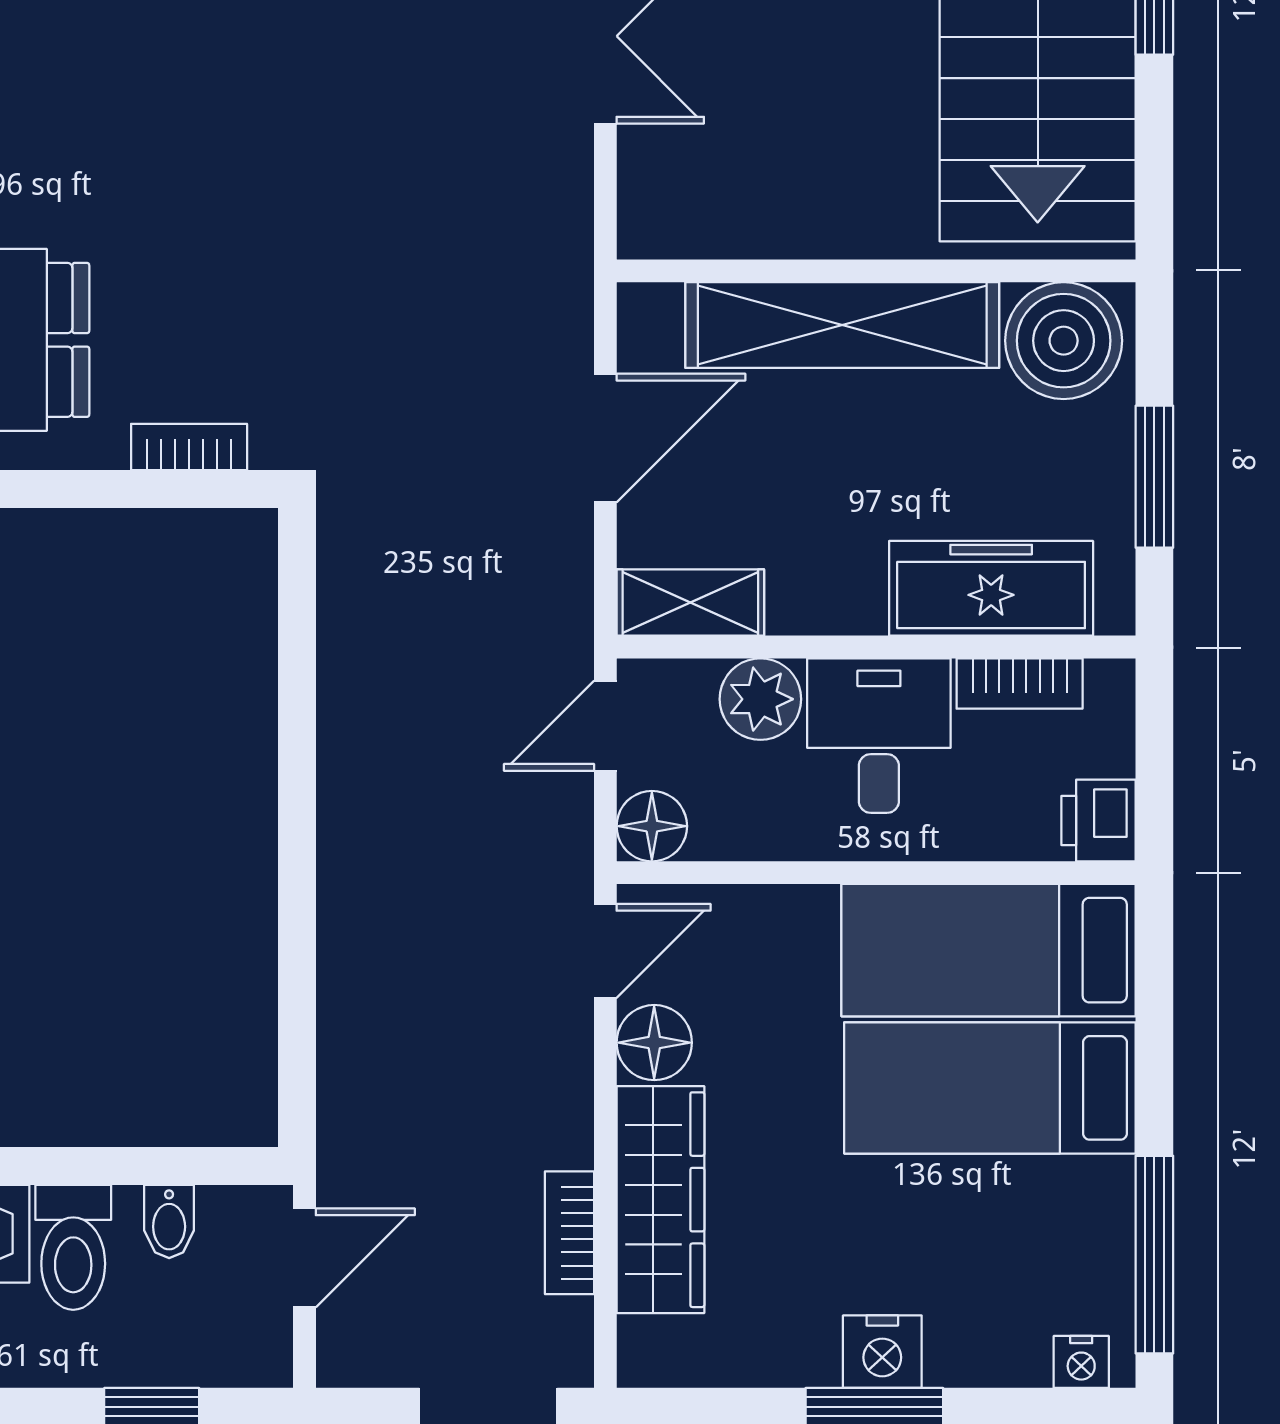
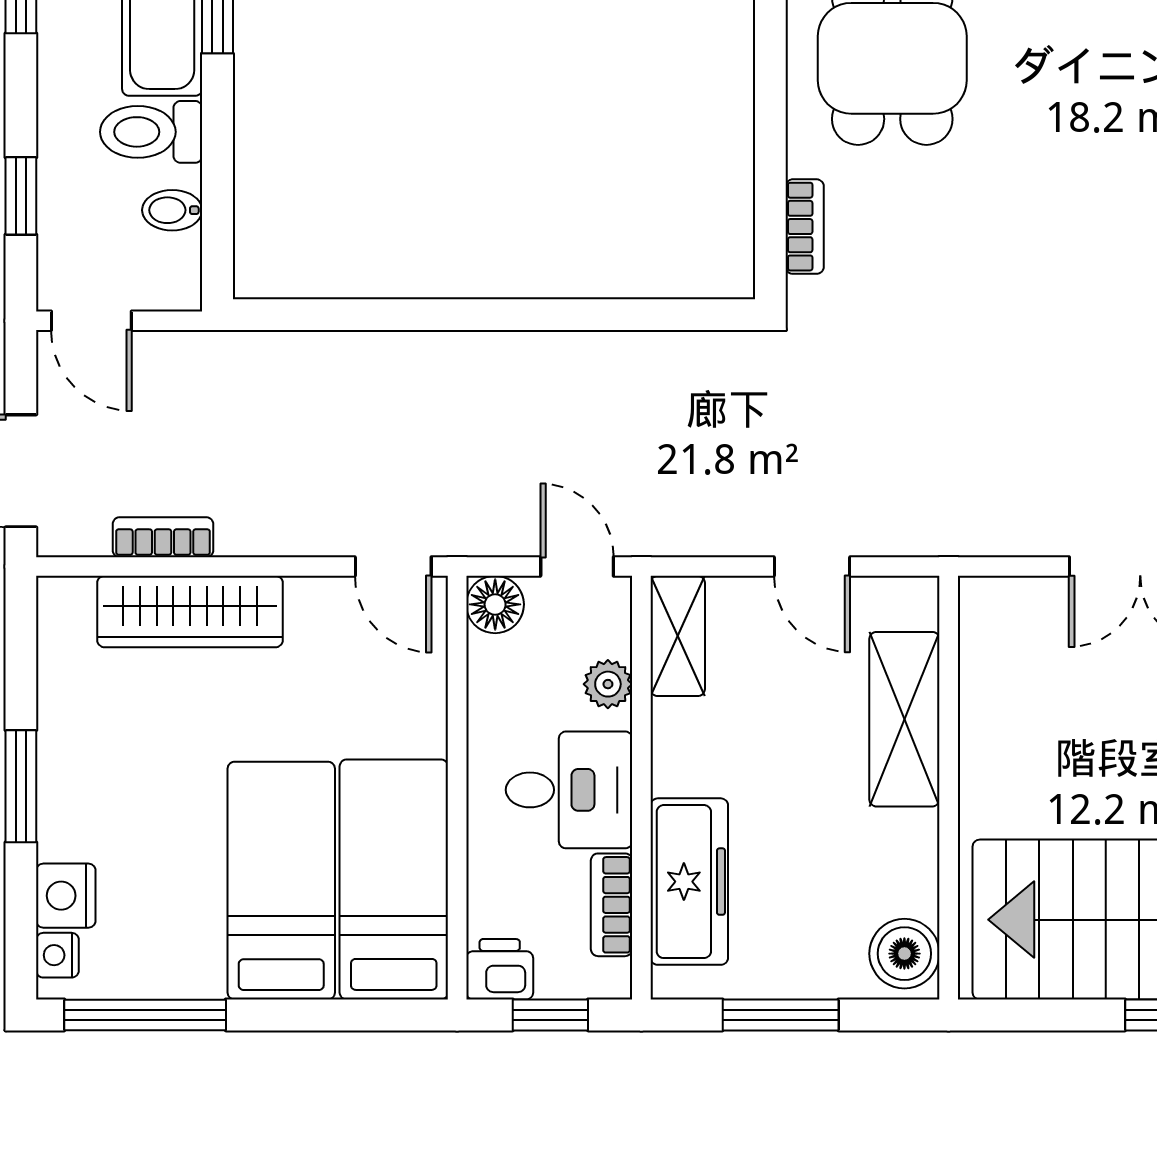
shelving: (842, 325) -> (904, 719), width x0.68
boiler: (1064, 341) -> (904, 954), width x0.73, depth x0.73
door: (605, 438) -> (812, 567), width x0.73
plant: (760, 699) -> (608, 684), width x0.73, depth x0.73
window: (1154, 758) -> (550, 1015), added
floor lamp: (654, 1043) -> (318, 606), removed
door: (304, 1258) -> (91, 321), moved
nightstand: (882, 1352) -> (66, 896), moved

